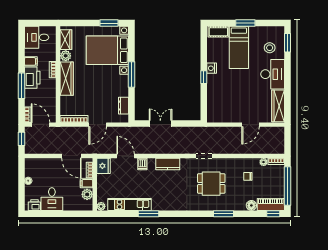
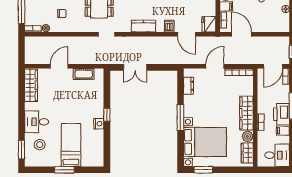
cot: (218, 32) -> (84, 74), moved
desk: (273, 74) -> (37, 122), width x0.73
double door: (160, 124) -> (135, 67), moved
door: (40, 125) -> (273, 66), hinge flipped

